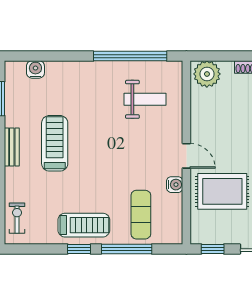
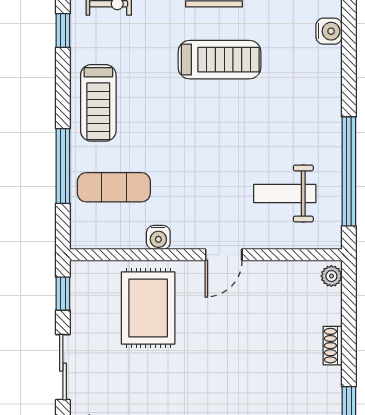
plant: (207, 74) -> (331, 276), width x0.53, depth x0.53
weight bench: (145, 99) -> (285, 193), turned 90
door: (186, 156) -> (224, 255), moved
window: (79, 249) -> (63, 31), moved

